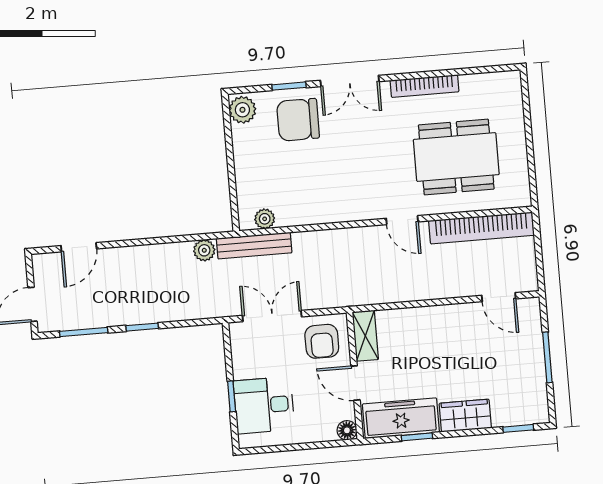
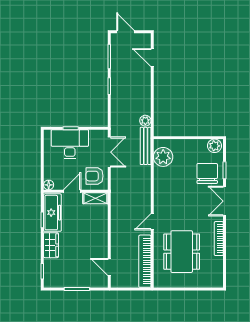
plant: (265, 219) -> (163, 157), width x1.88, depth x1.88
door: (499, 297) -> (109, 267), hinge flipped
desk: (264, 405) -> (70, 144), width x1.37

